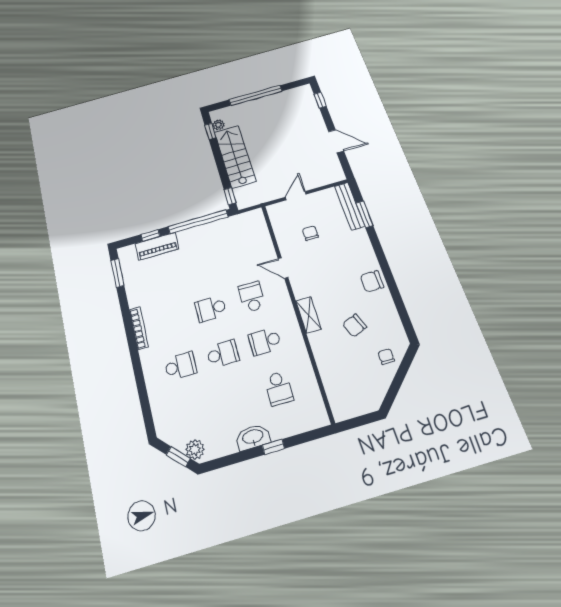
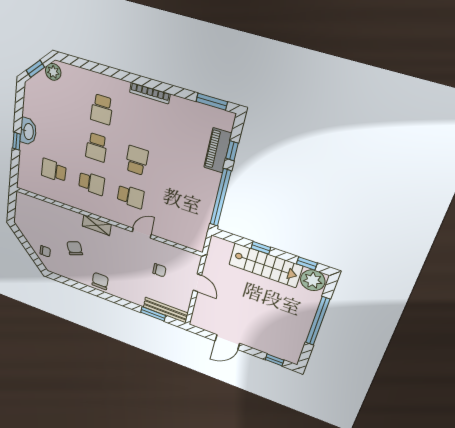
plant: (218, 125) -> (313, 280), width x1.87, depth x1.87
window: (230, 196) -> (261, 248), moved
school desk: (265, 341) -> (92, 183), turned 90
plant: (195, 449) -> (53, 72), moved

